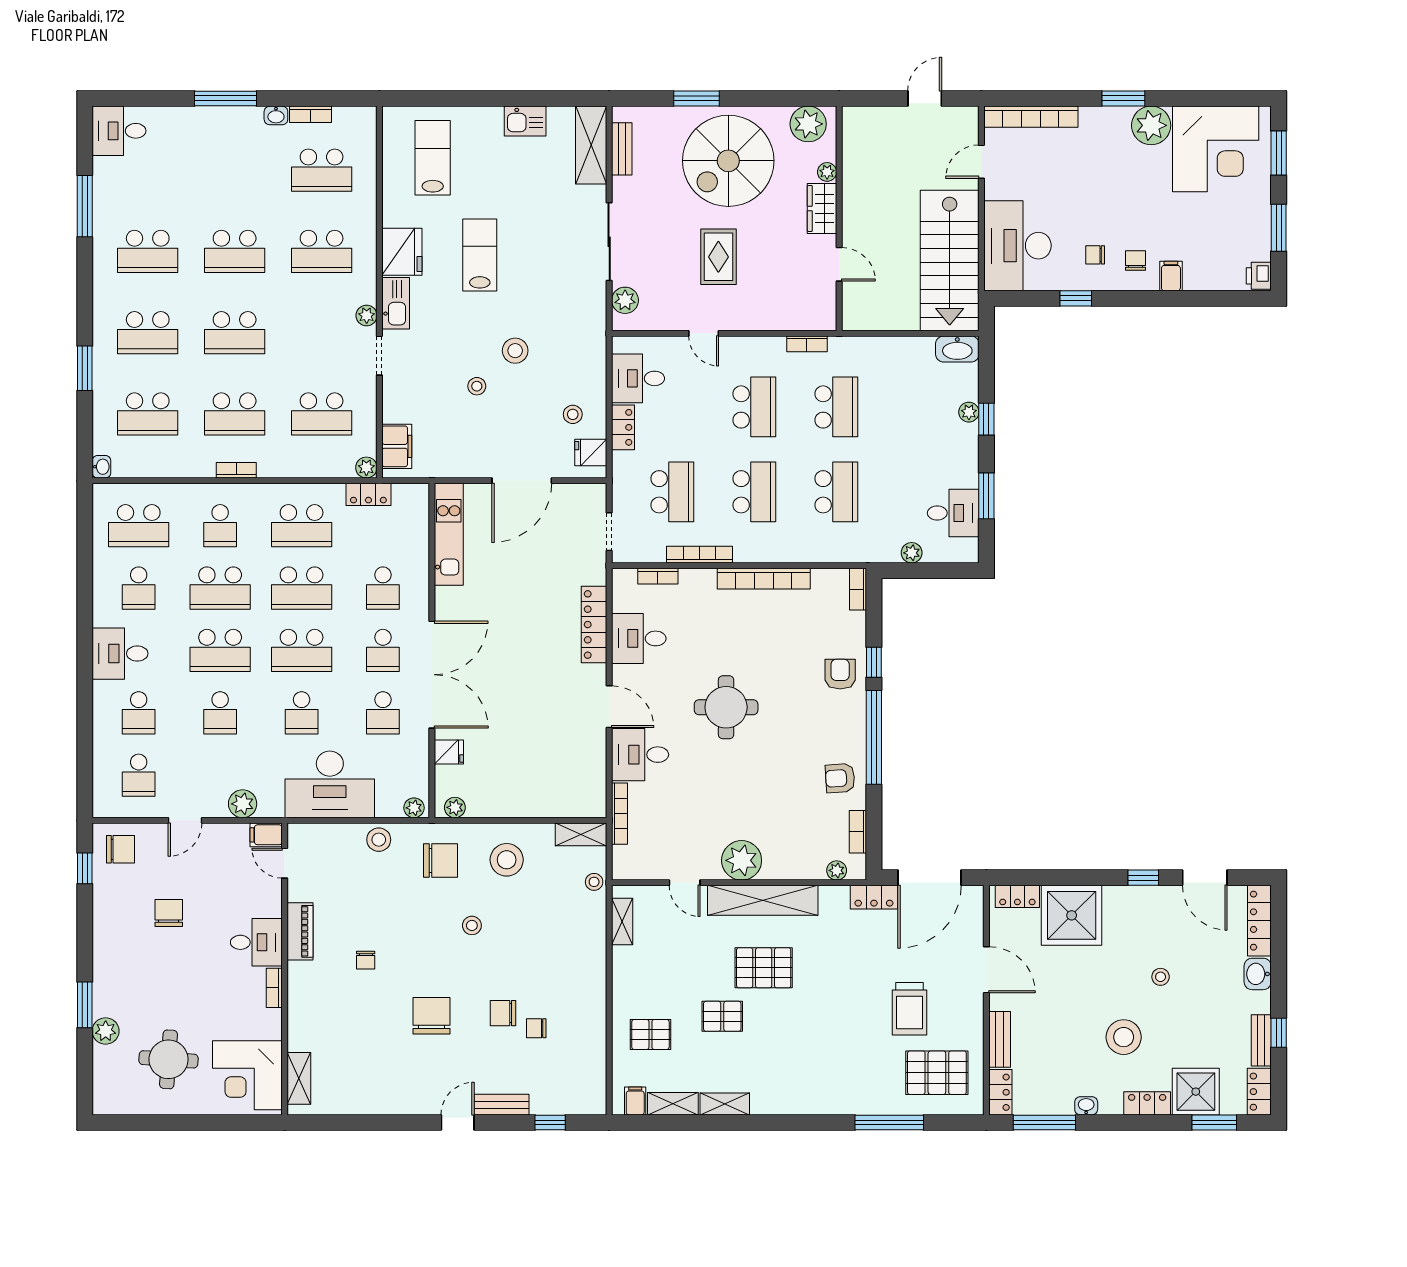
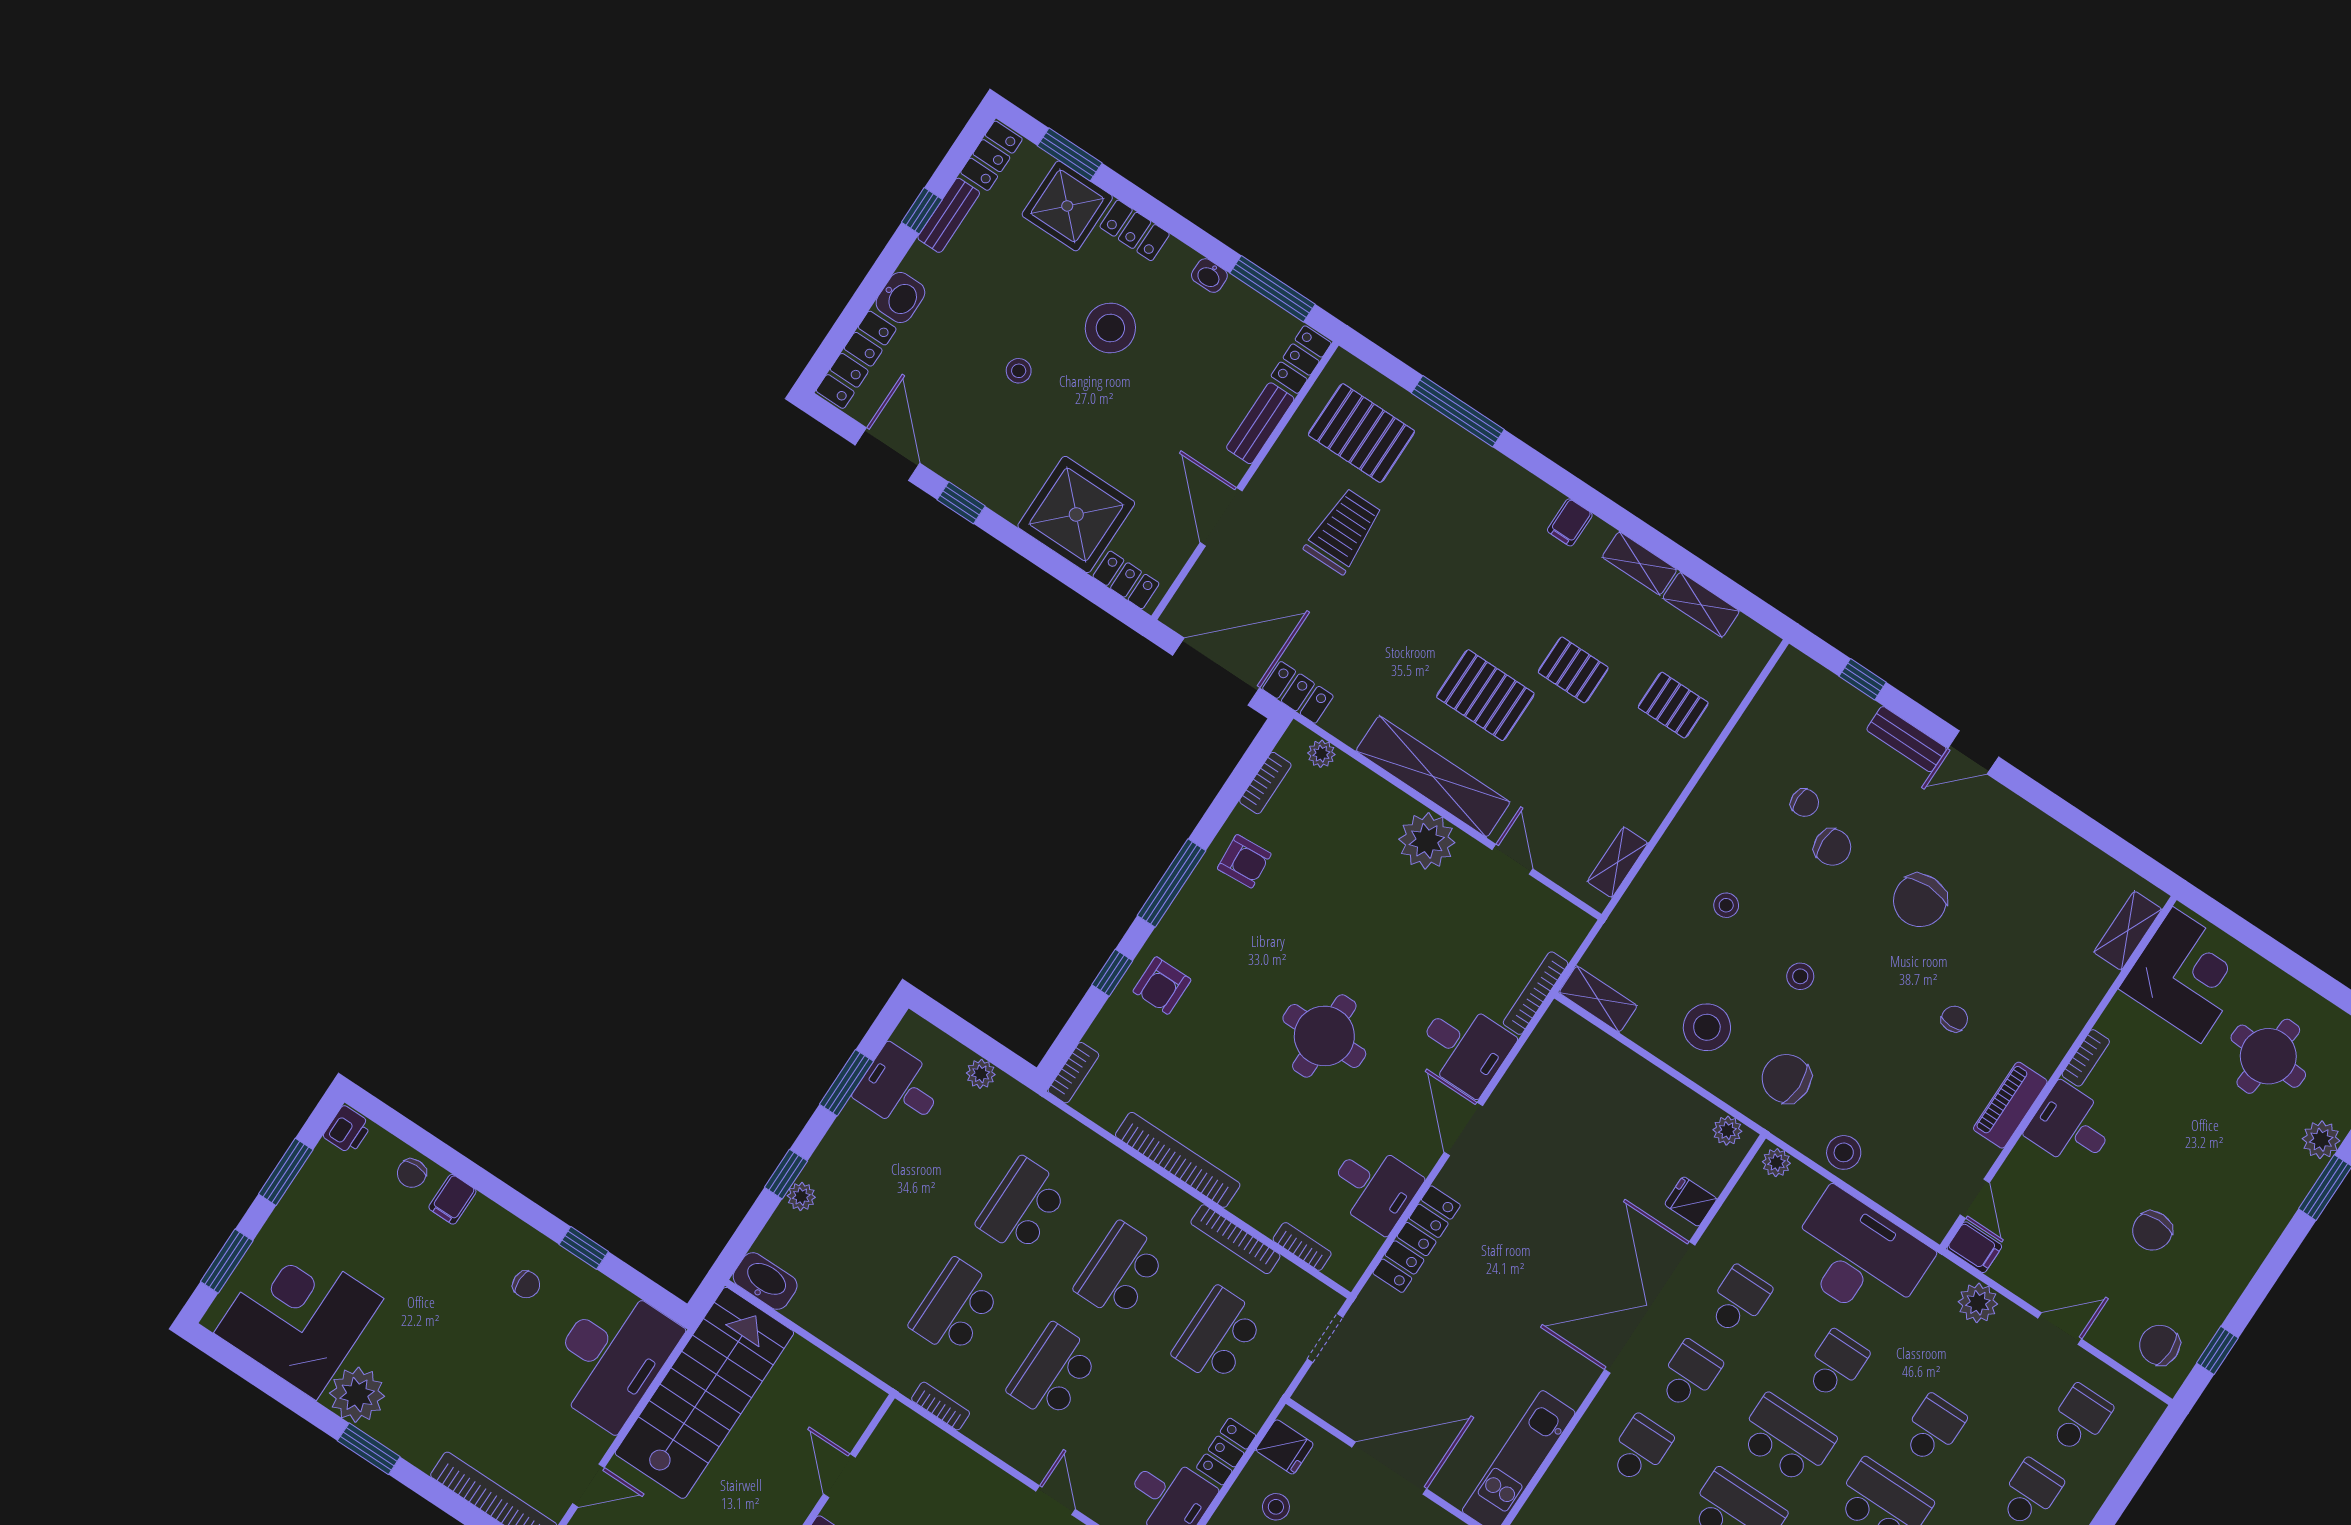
chair: (1136, 260) -> (412, 1173), moved
window: (874, 737) -> (1172, 883), width x0.68
stool: (594, 882) -> (1726, 905), moved
filing cabinet: (635, 1101) -> (1570, 522), moved

